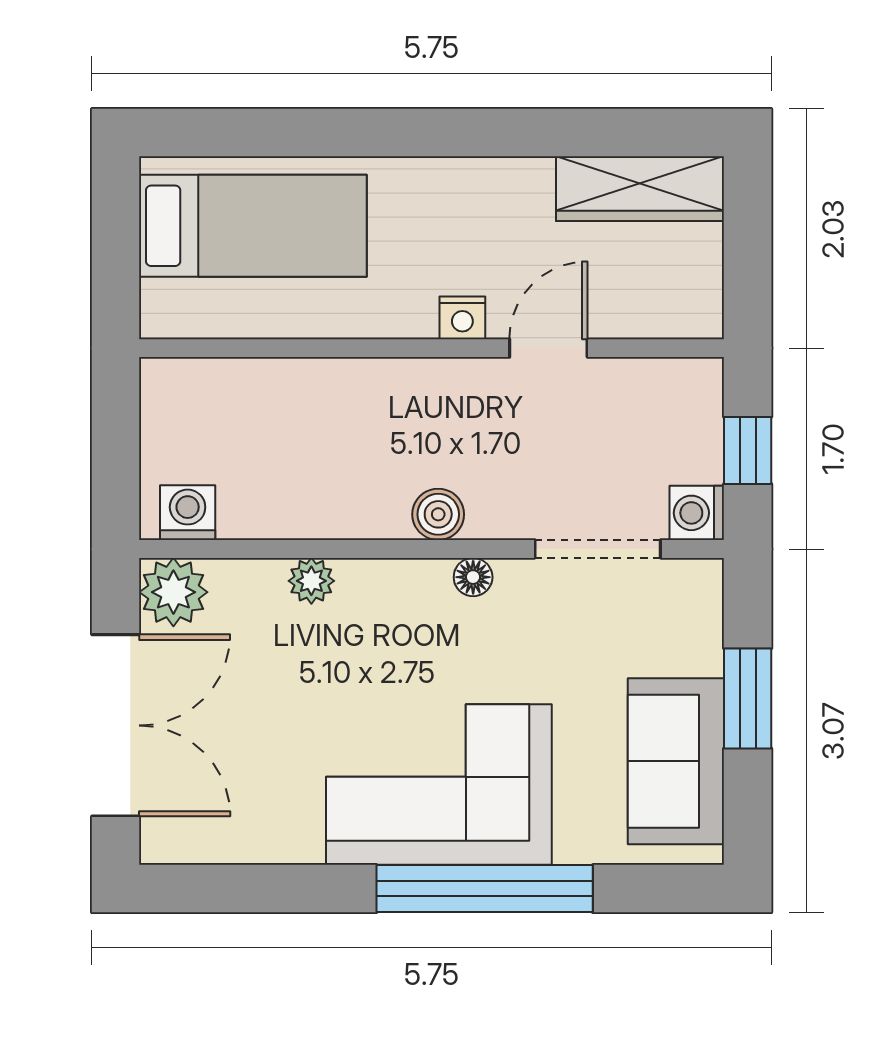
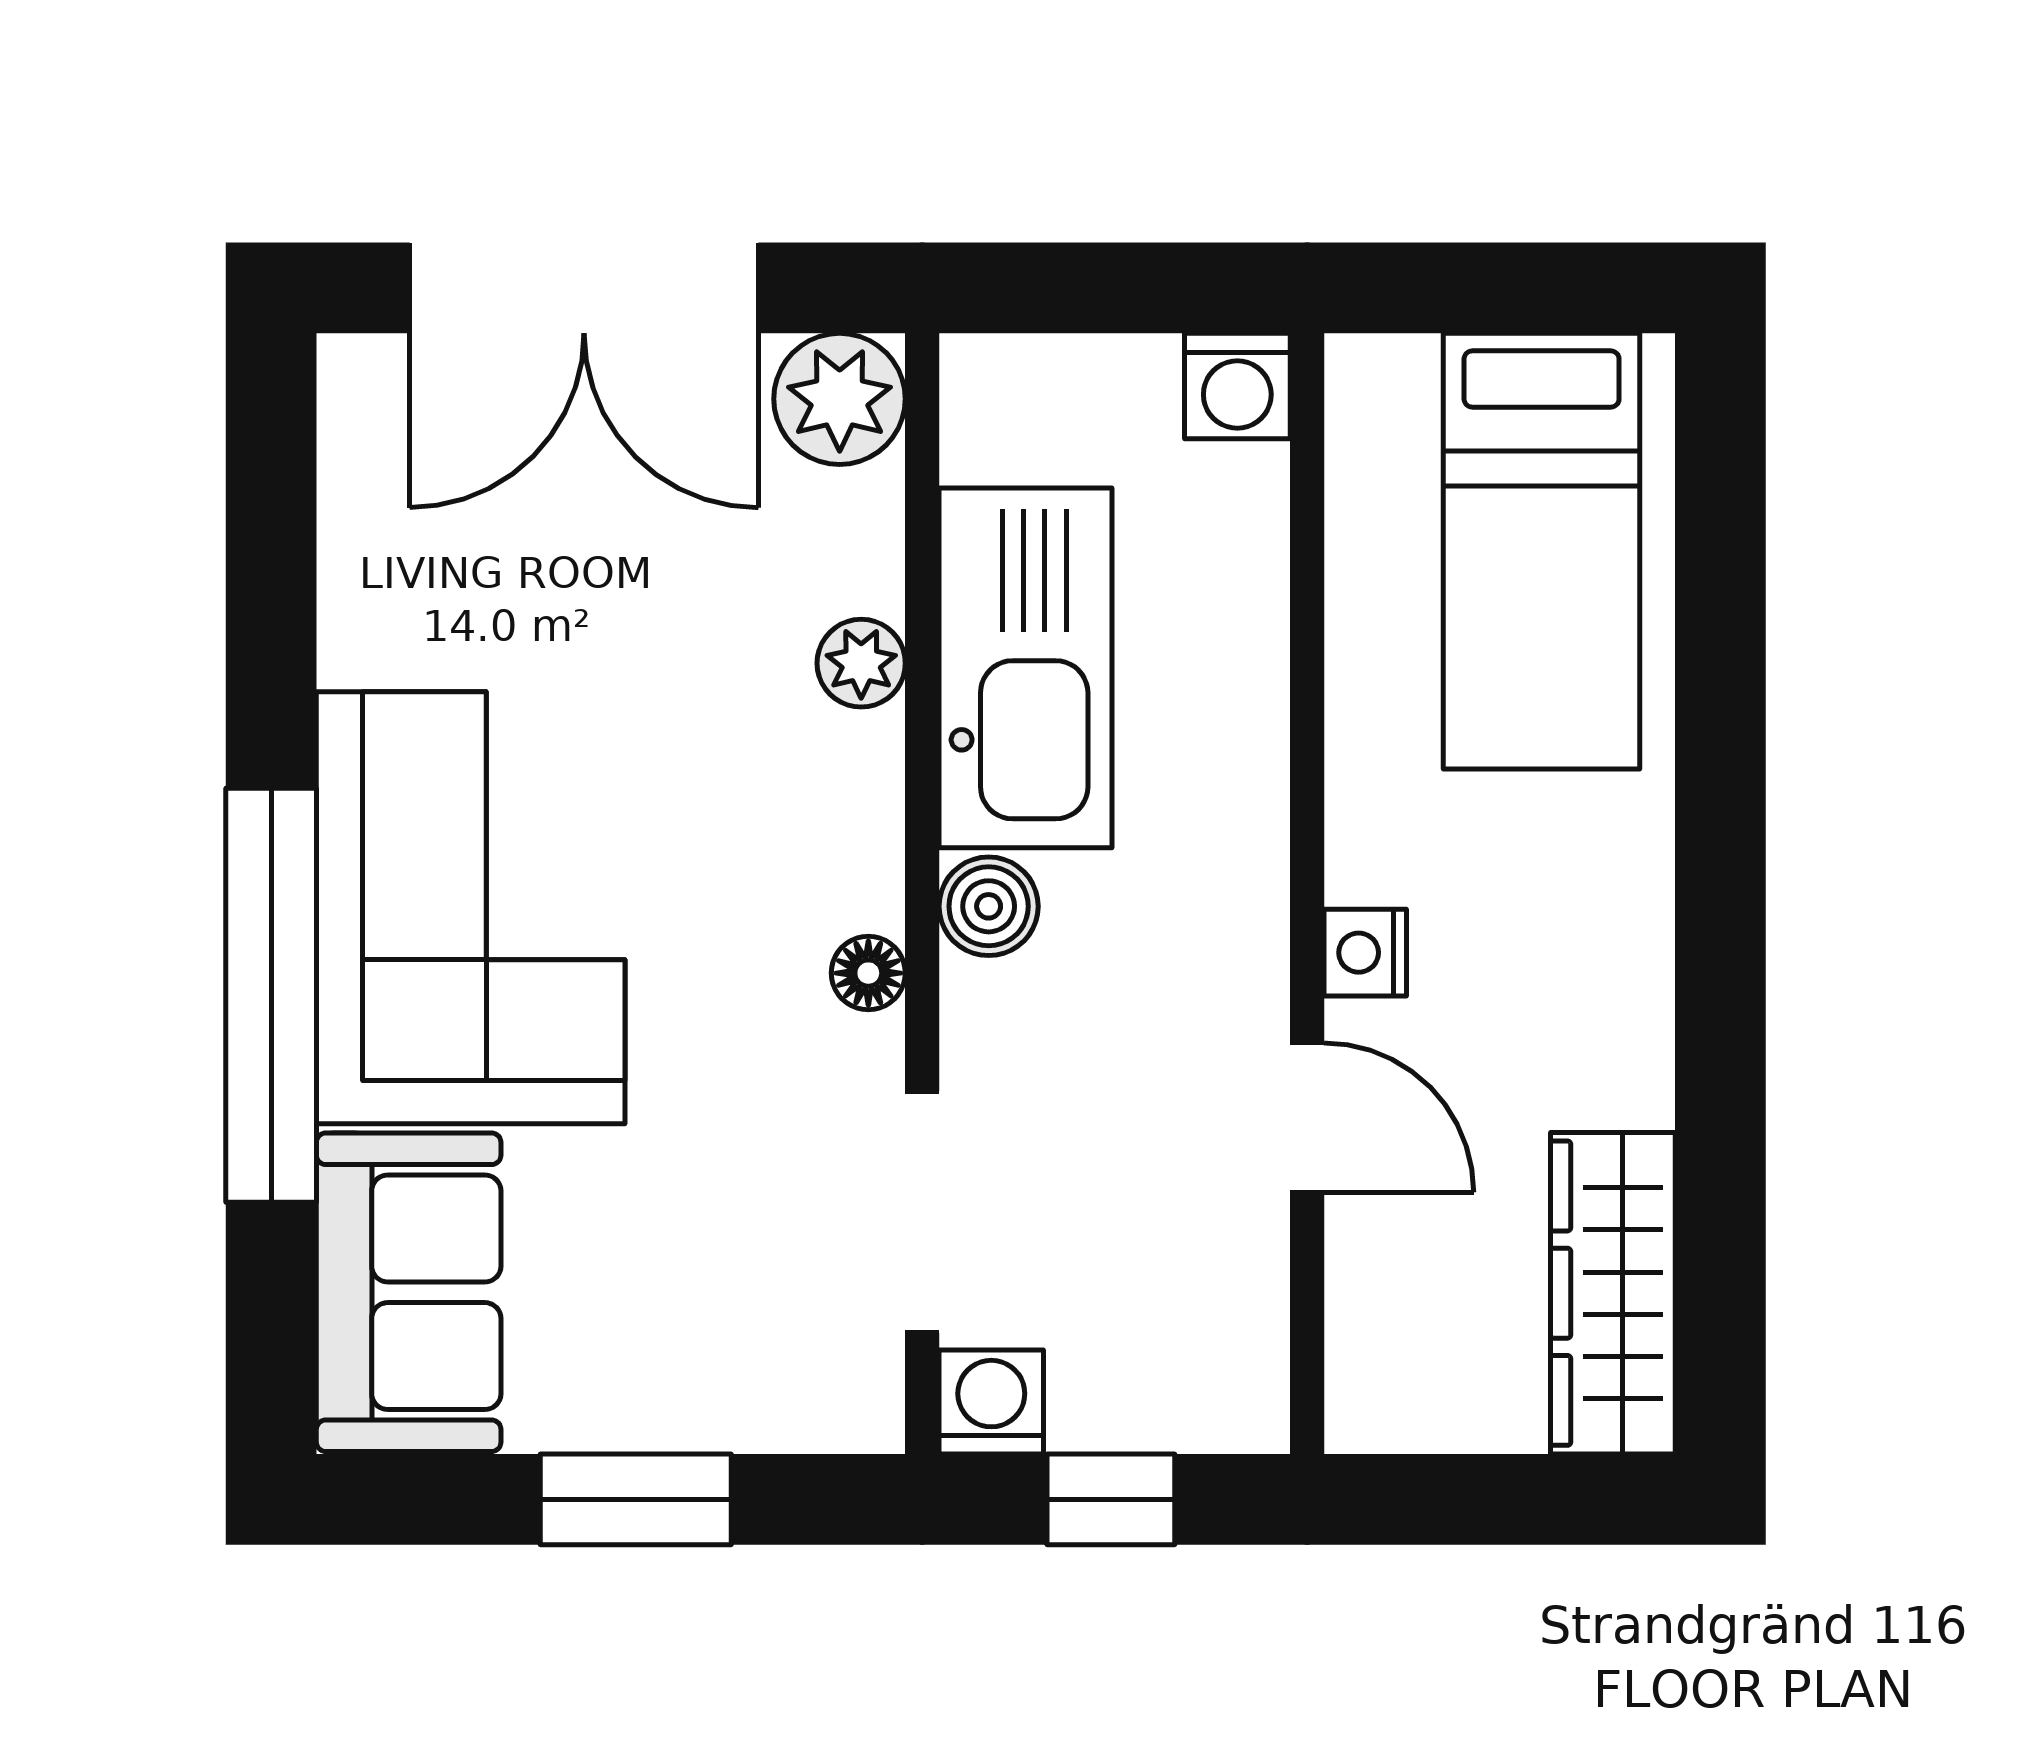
kitchen sink: (314, 495) -> (1026, 668), added
washing machine: (188, 513) -> (1237, 386), moved, turned 90
sofa: (676, 761) -> (409, 1292), moved, turned 90

